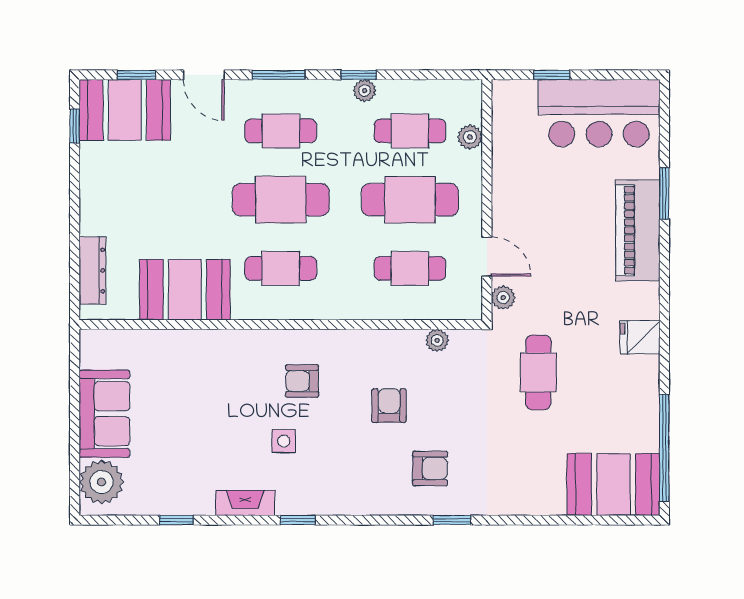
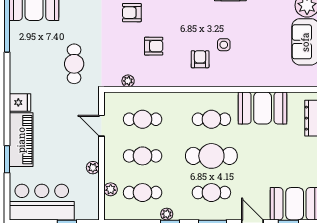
cafe table: (410, 200) -> (143, 156), width x0.73, depth x0.74
plant: (503, 298) -> (93, 168), moved
fridge: (640, 337) -> (20, 102), moved
armchair: (302, 381) -> (200, 59), turned -90
armchair: (389, 406) -> (154, 46), turned -90
side table: (284, 441) -> (224, 45), moved

